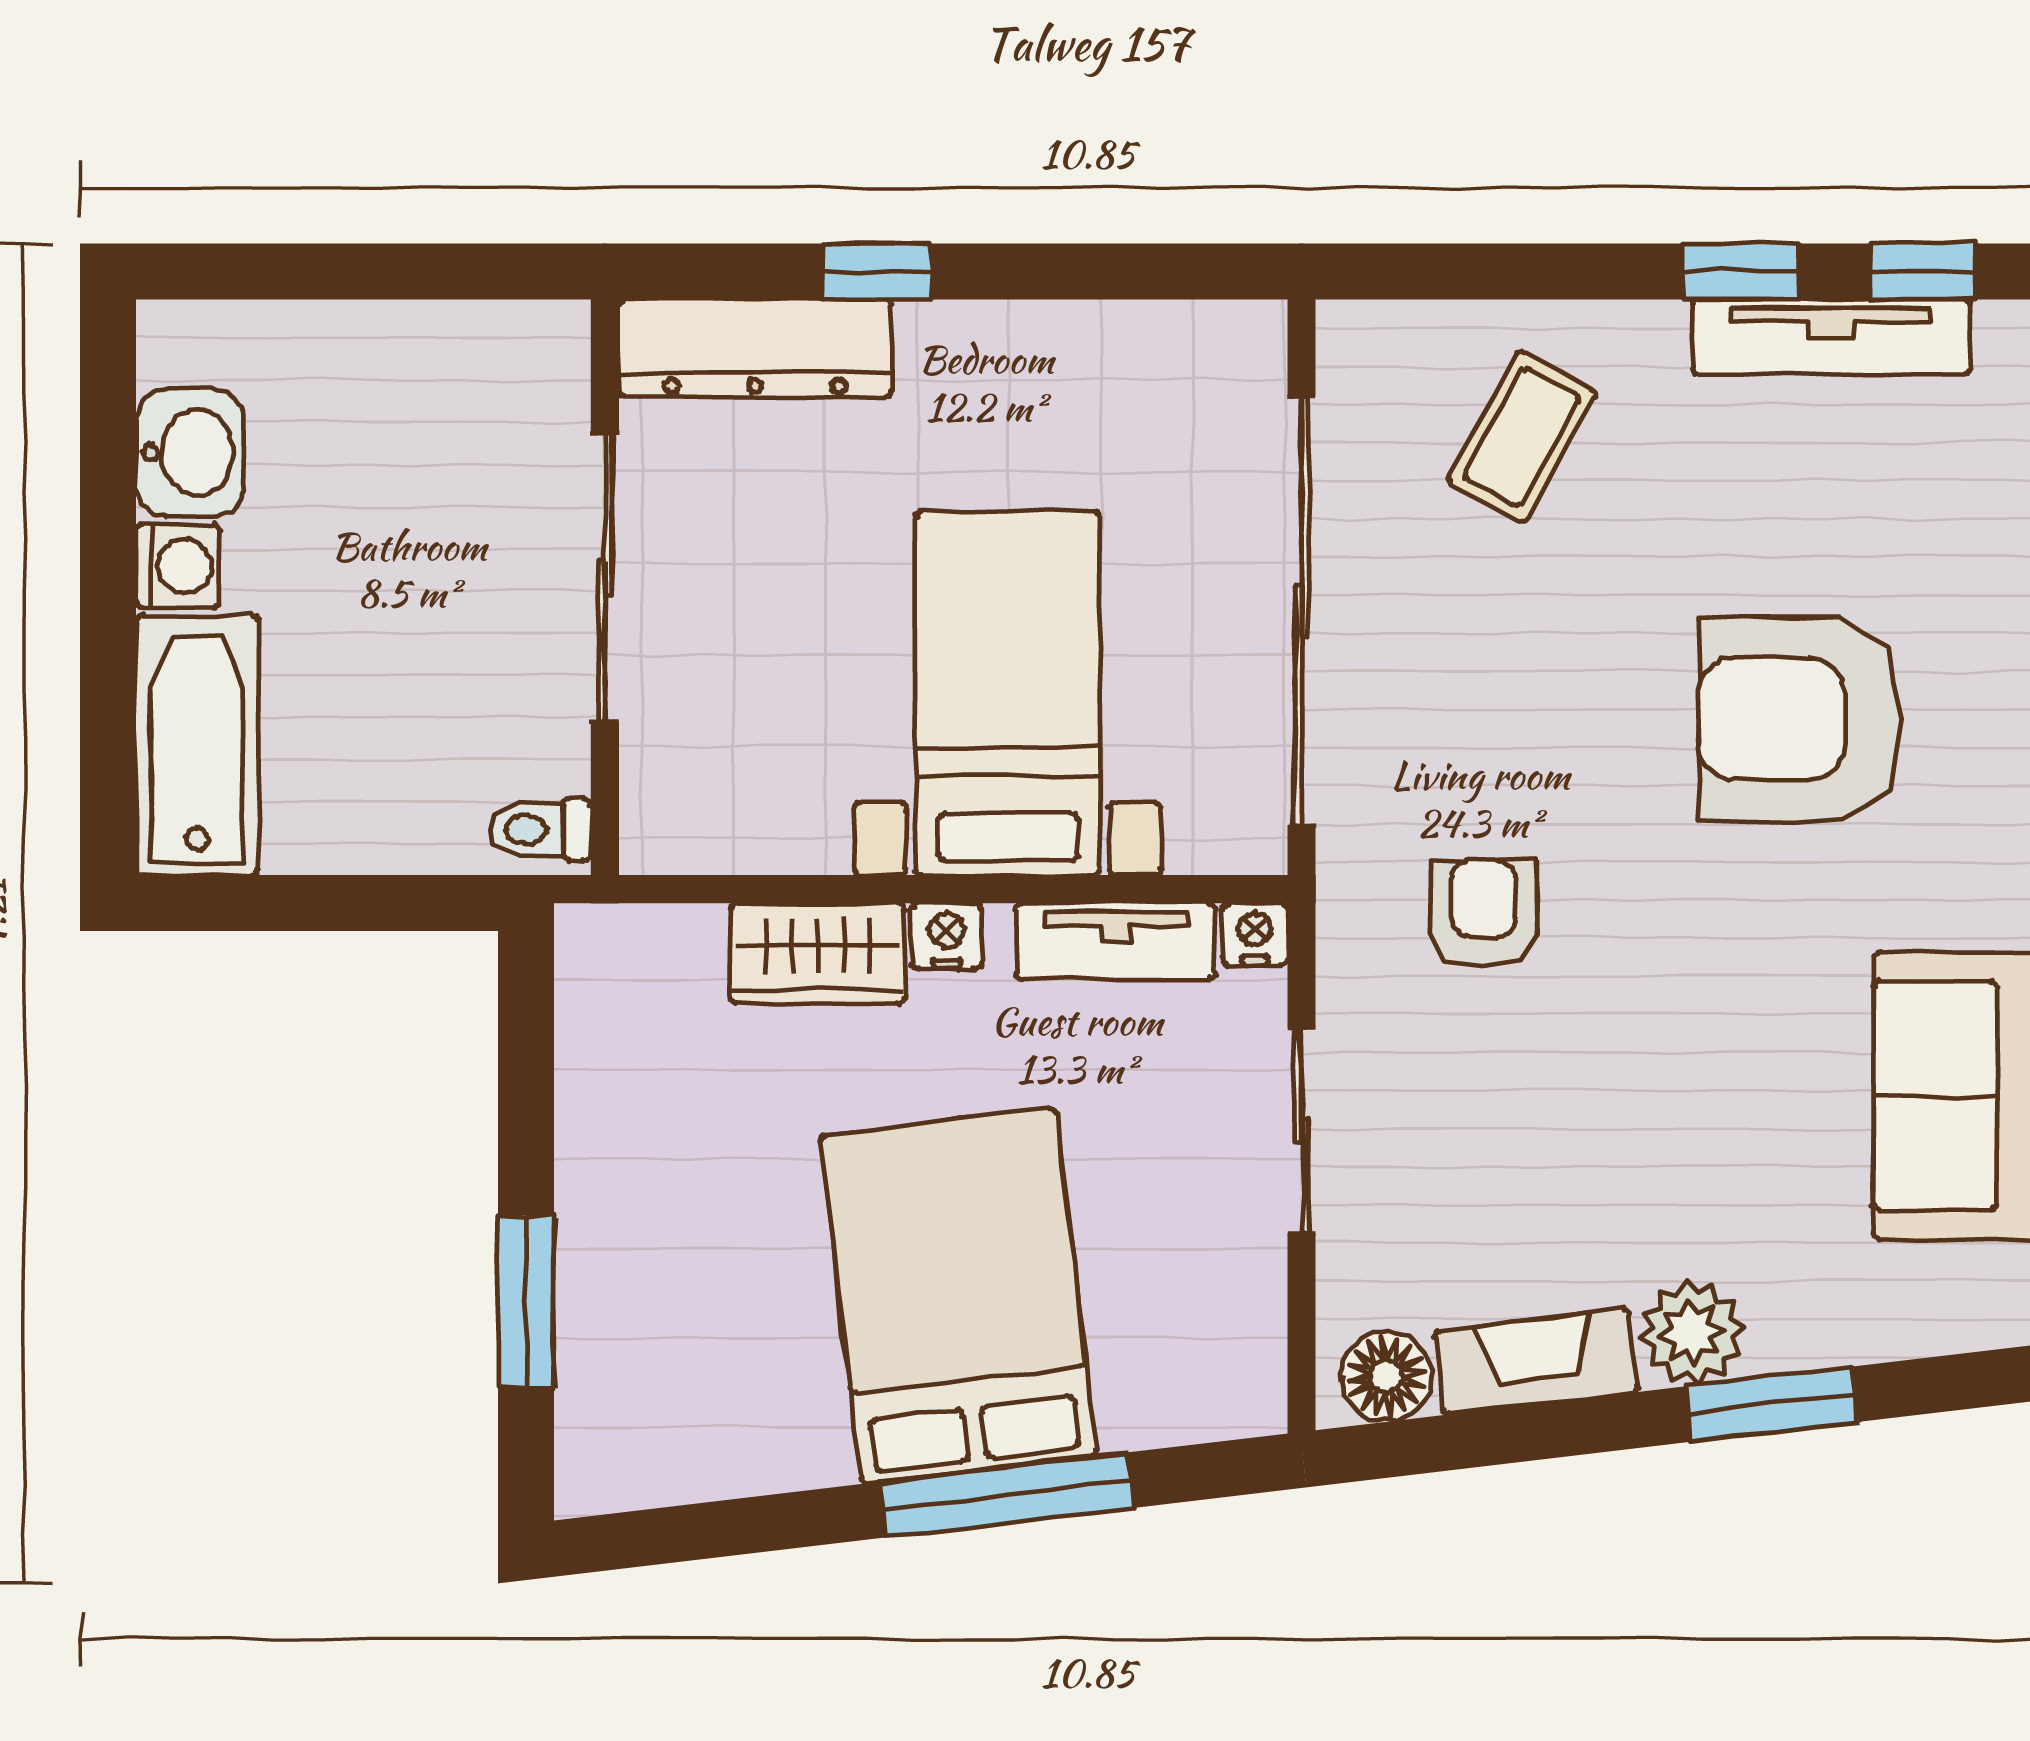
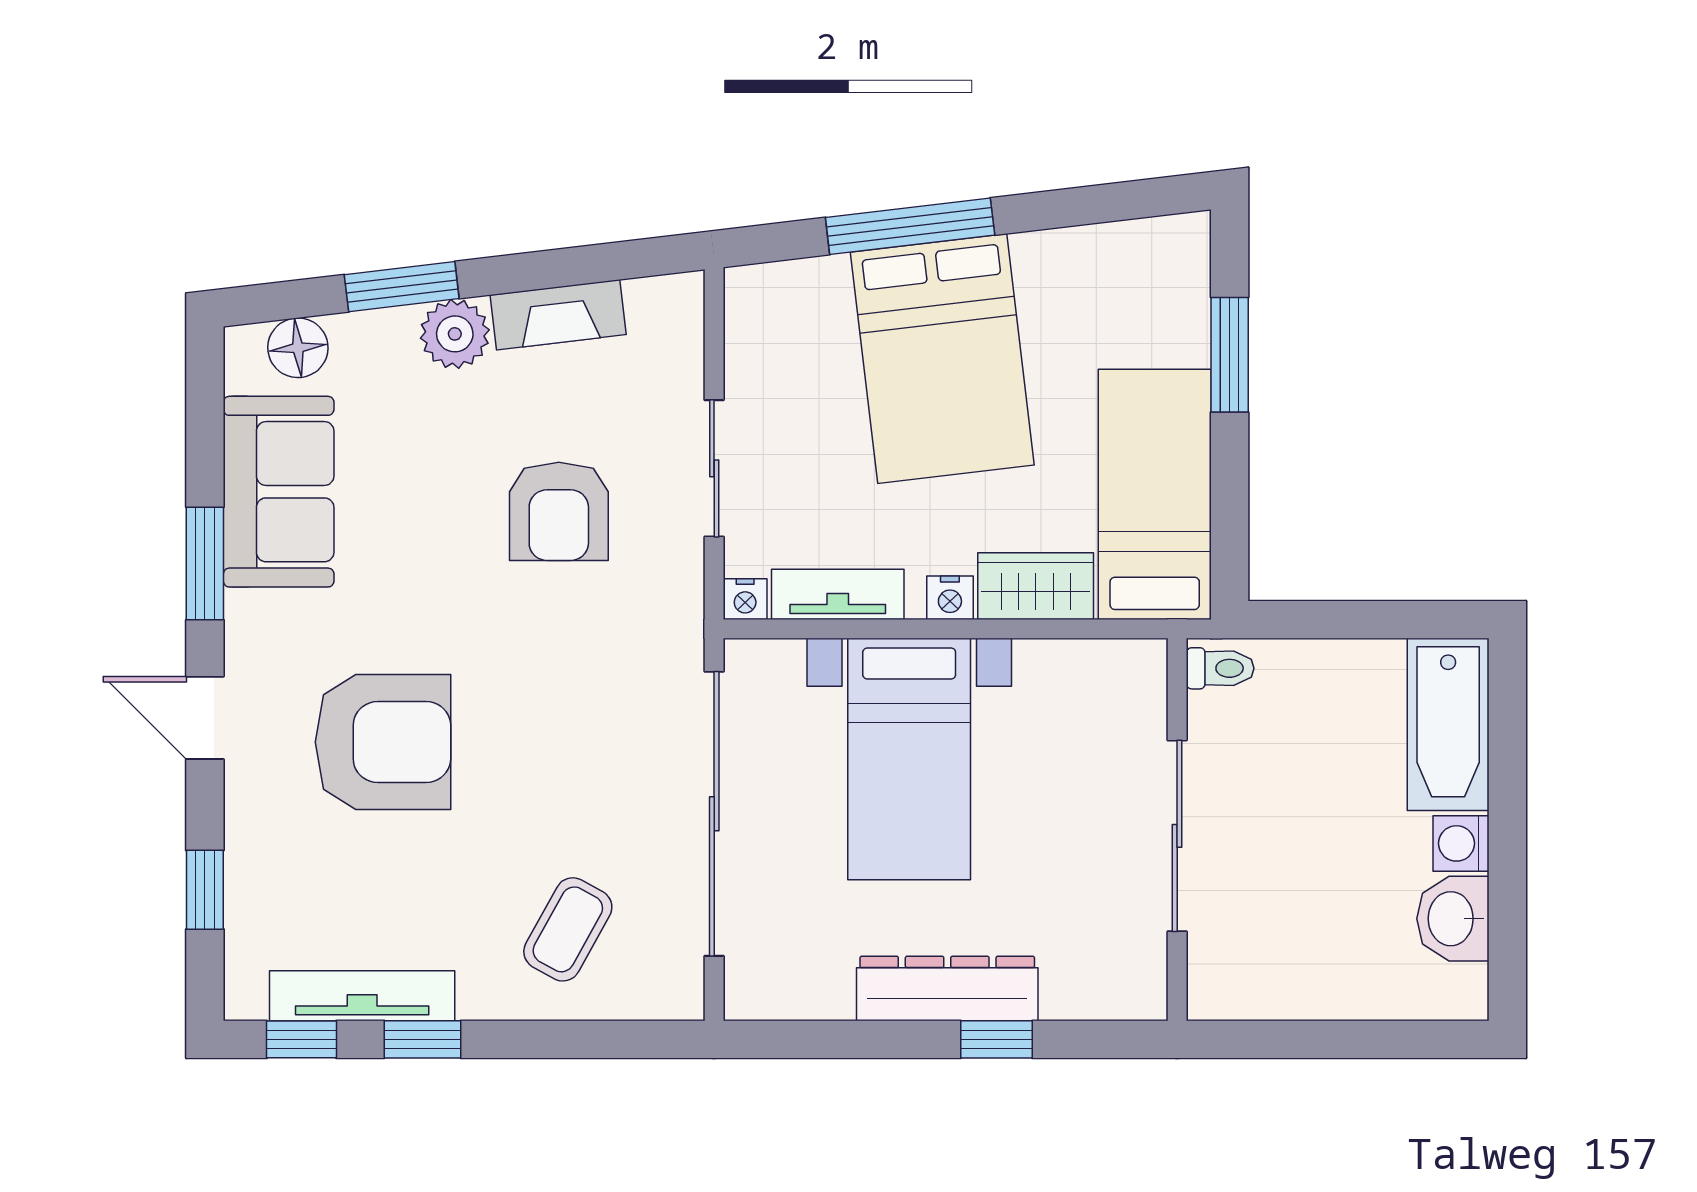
dresser: (755, 348) -> (947, 988), moved
armchair: (1483, 914) -> (559, 511), moved, width x1.38, depth x1.38
bed: (639, 1091) -> (1155, 494), added
floor lamp: (1386, 1376) -> (298, 348), moved

